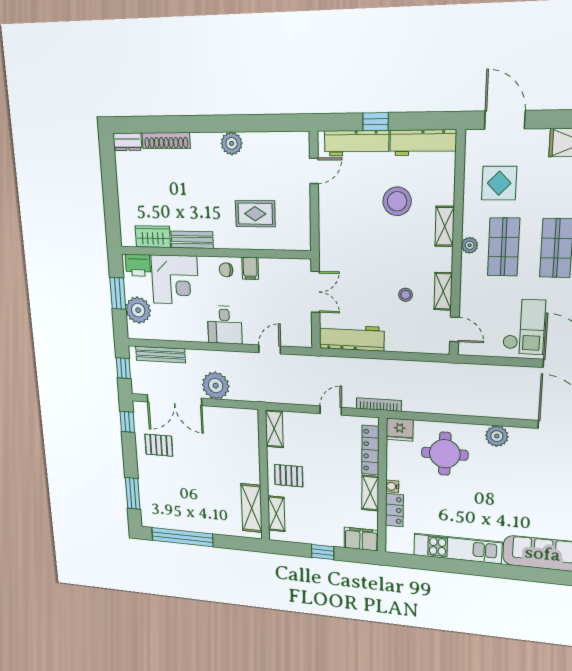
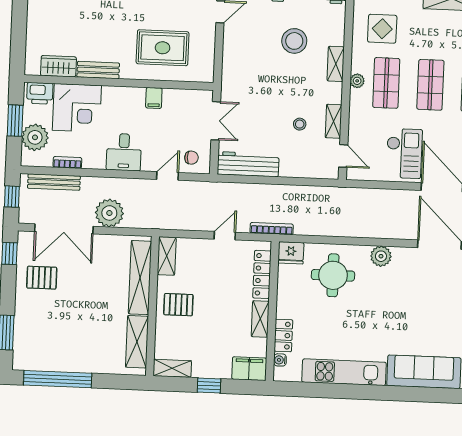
rug: (255, 214) -> (163, 48), width x1.36, depth x1.43
chair: (226, 270) -> (191, 158), moved, turned 180
bookcase: (171, 335) -> (67, 162), added
shelving: (250, 449) -> (140, 278), added
water cooler: (392, 486) -> (280, 360), moved
shelving: (276, 514) -> (172, 368), moved, turned 90

